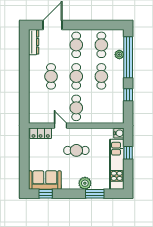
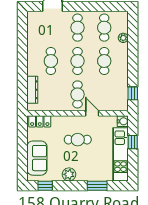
dresser: (34, 42) -> (32, 90), moved
window: (128, 57) -> (133, 41), removed
window: (128, 95) -> (133, 93), moved
door: (60, 126) -> (92, 113), moved
sofa: (45, 180) -> (37, 158), moved, turned 90
plant: (85, 183) -> (69, 174), moved

